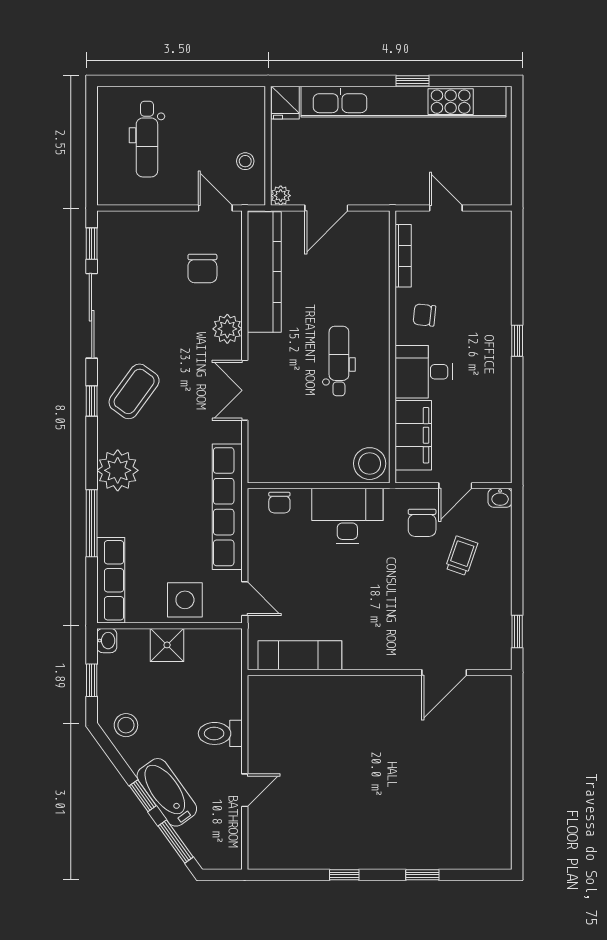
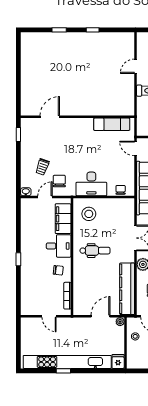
dental chair: (339, 361) -> (95, 251), turned -90
stool: (370, 464) -> (89, 214), moved

